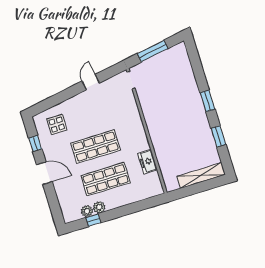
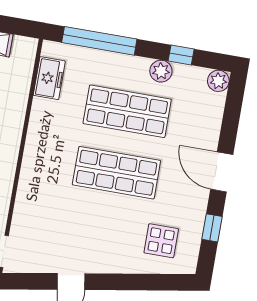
freezer: (148, 162) -> (49, 78), moved
window: (137, 207) -> (99, 41), added
plant: (87, 211) -> (218, 81), moved

